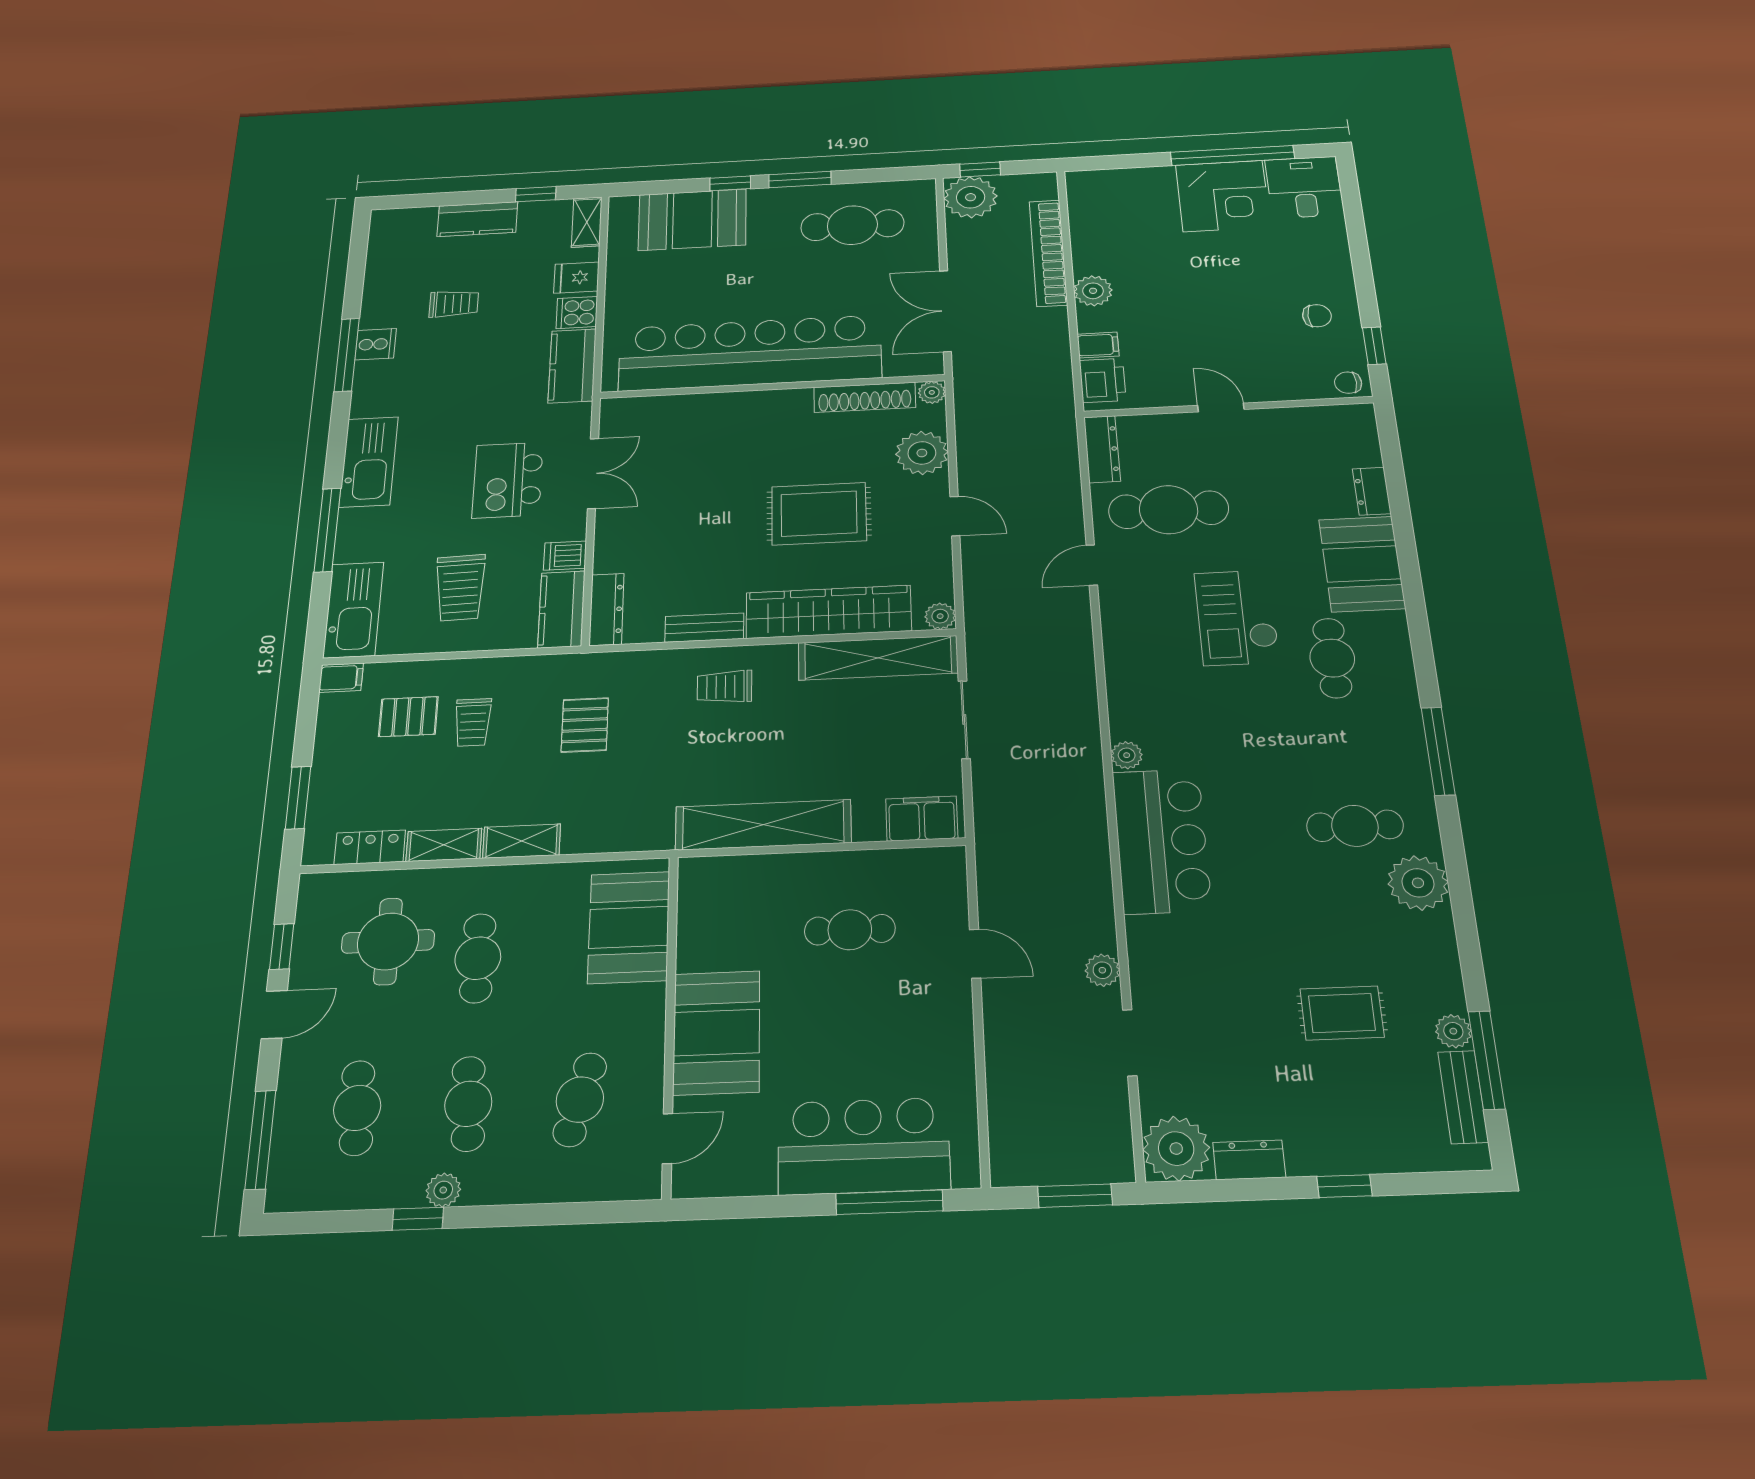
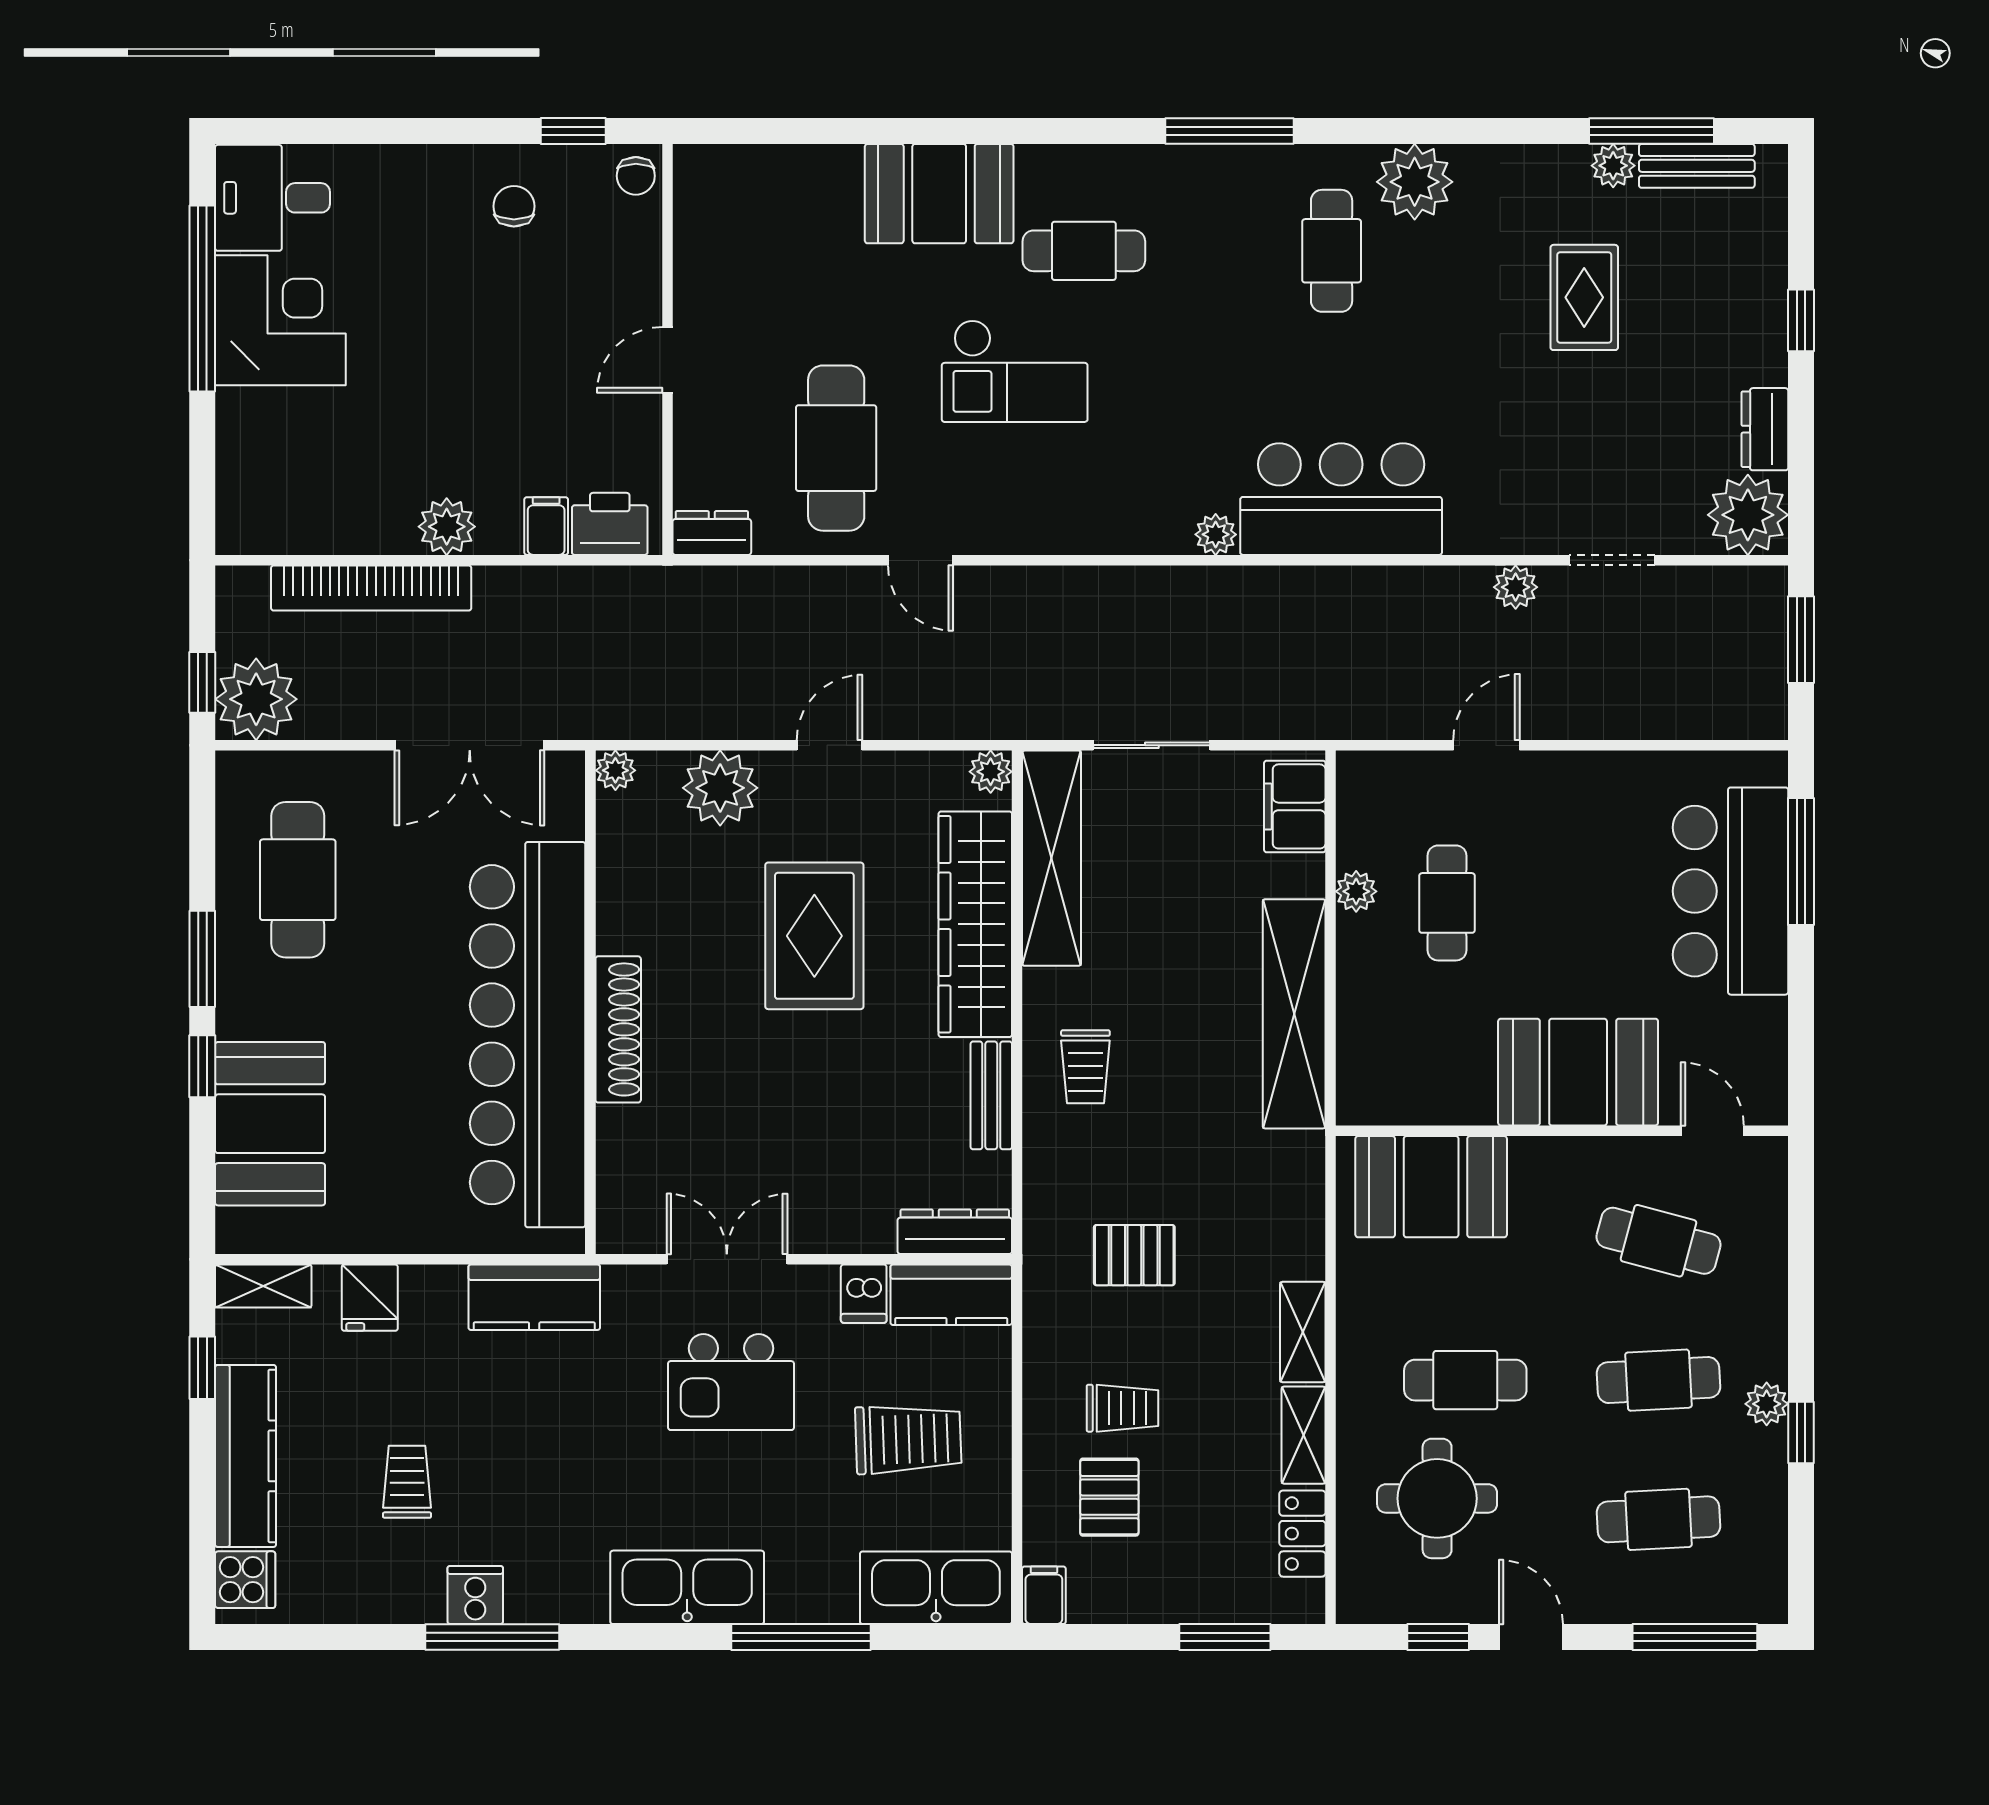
kitchen counter: (477, 219) -> (246, 1456), width x1.50
cooker: (577, 312) -> (245, 1580), moved, turned -90
shoe rack: (865, 397) -> (618, 1029), moved
dresser: (1102, 449) -> (712, 533), width x0.70
dresser: (1372, 491) -> (822, 166), removed
plant: (858, 864) -> (1356, 891), added

